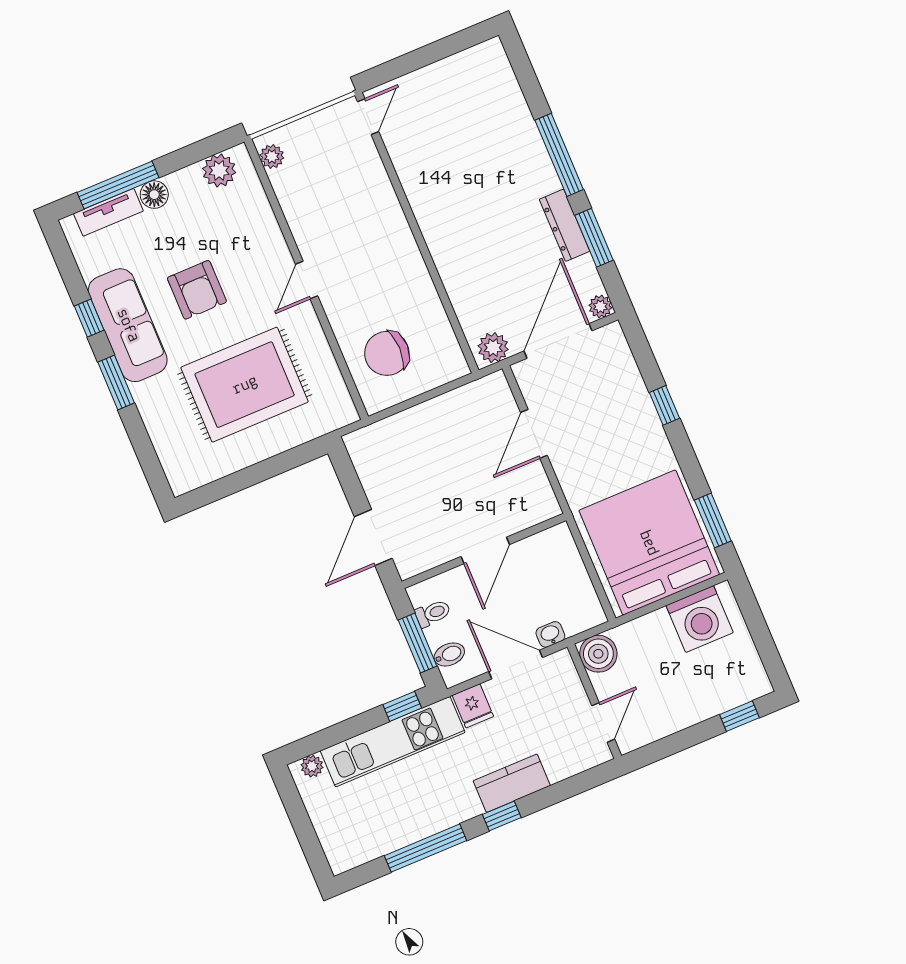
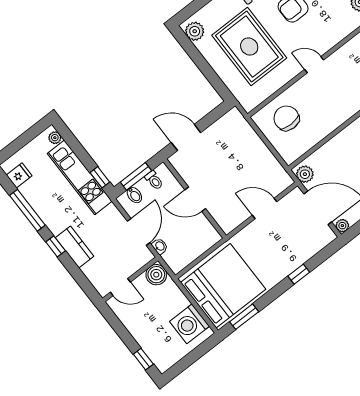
plant: (192, 472) -> (195, 31), added
fridge: (473, 706) -> (19, 175), moved, turned 180

